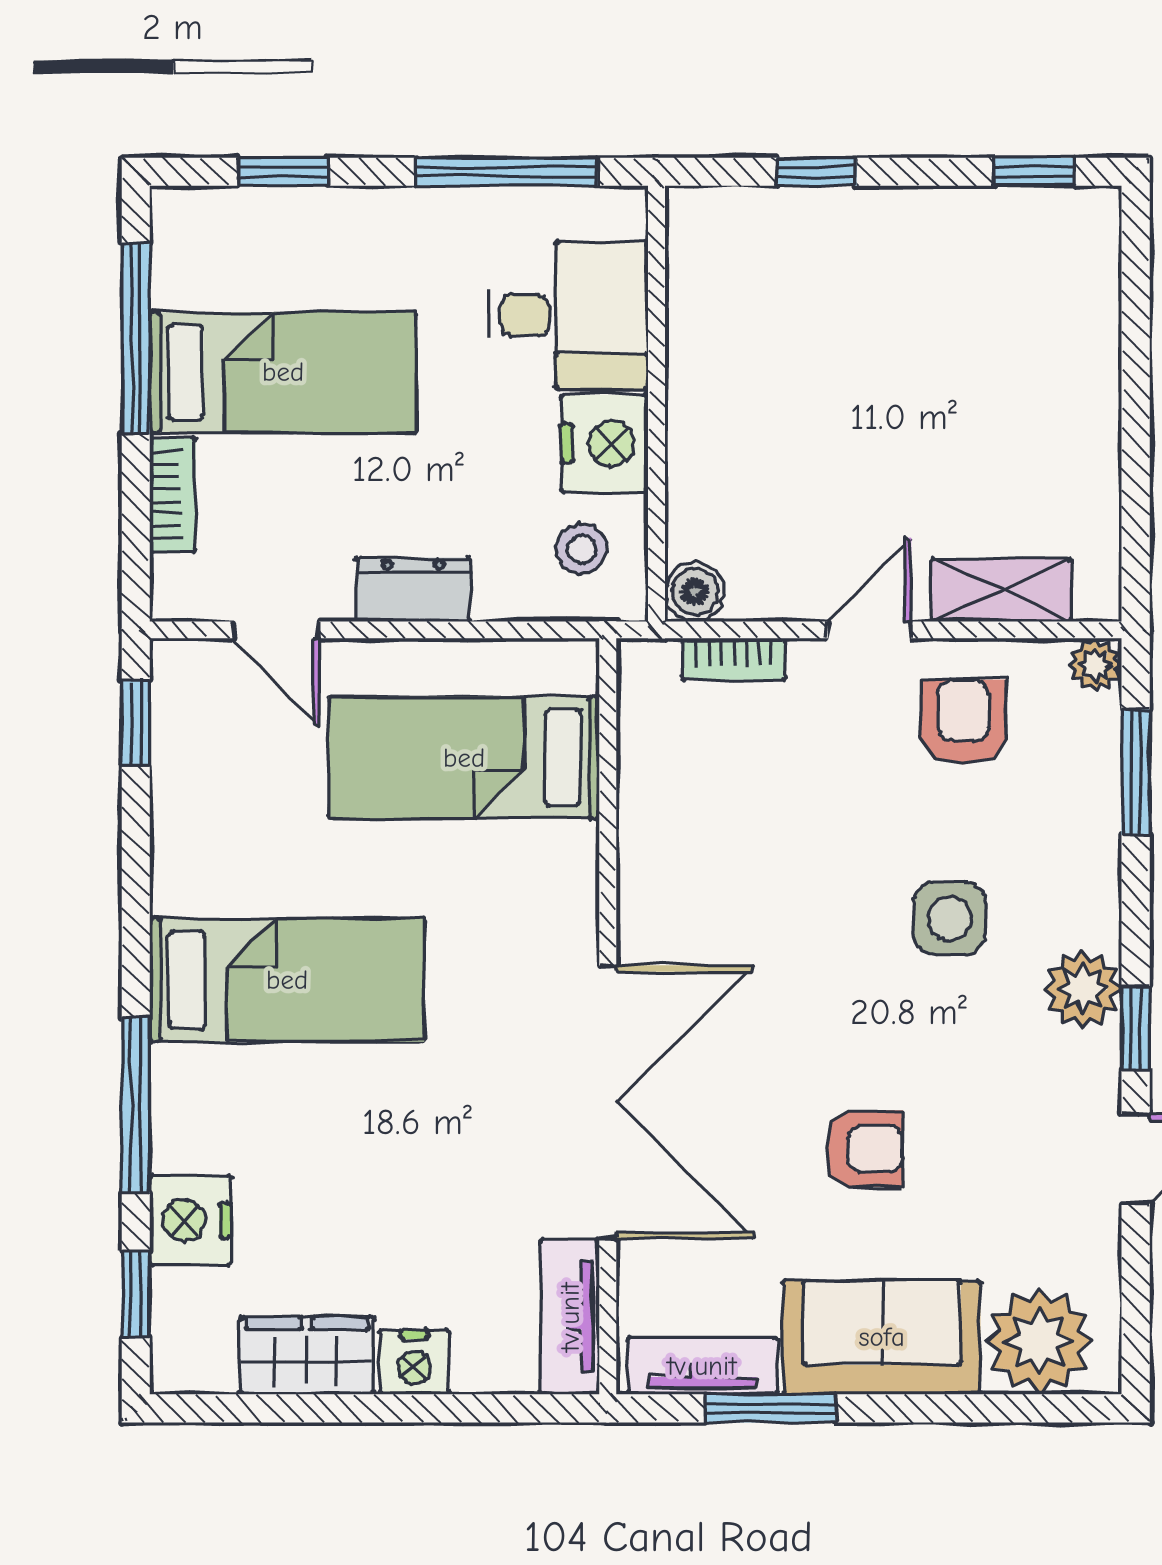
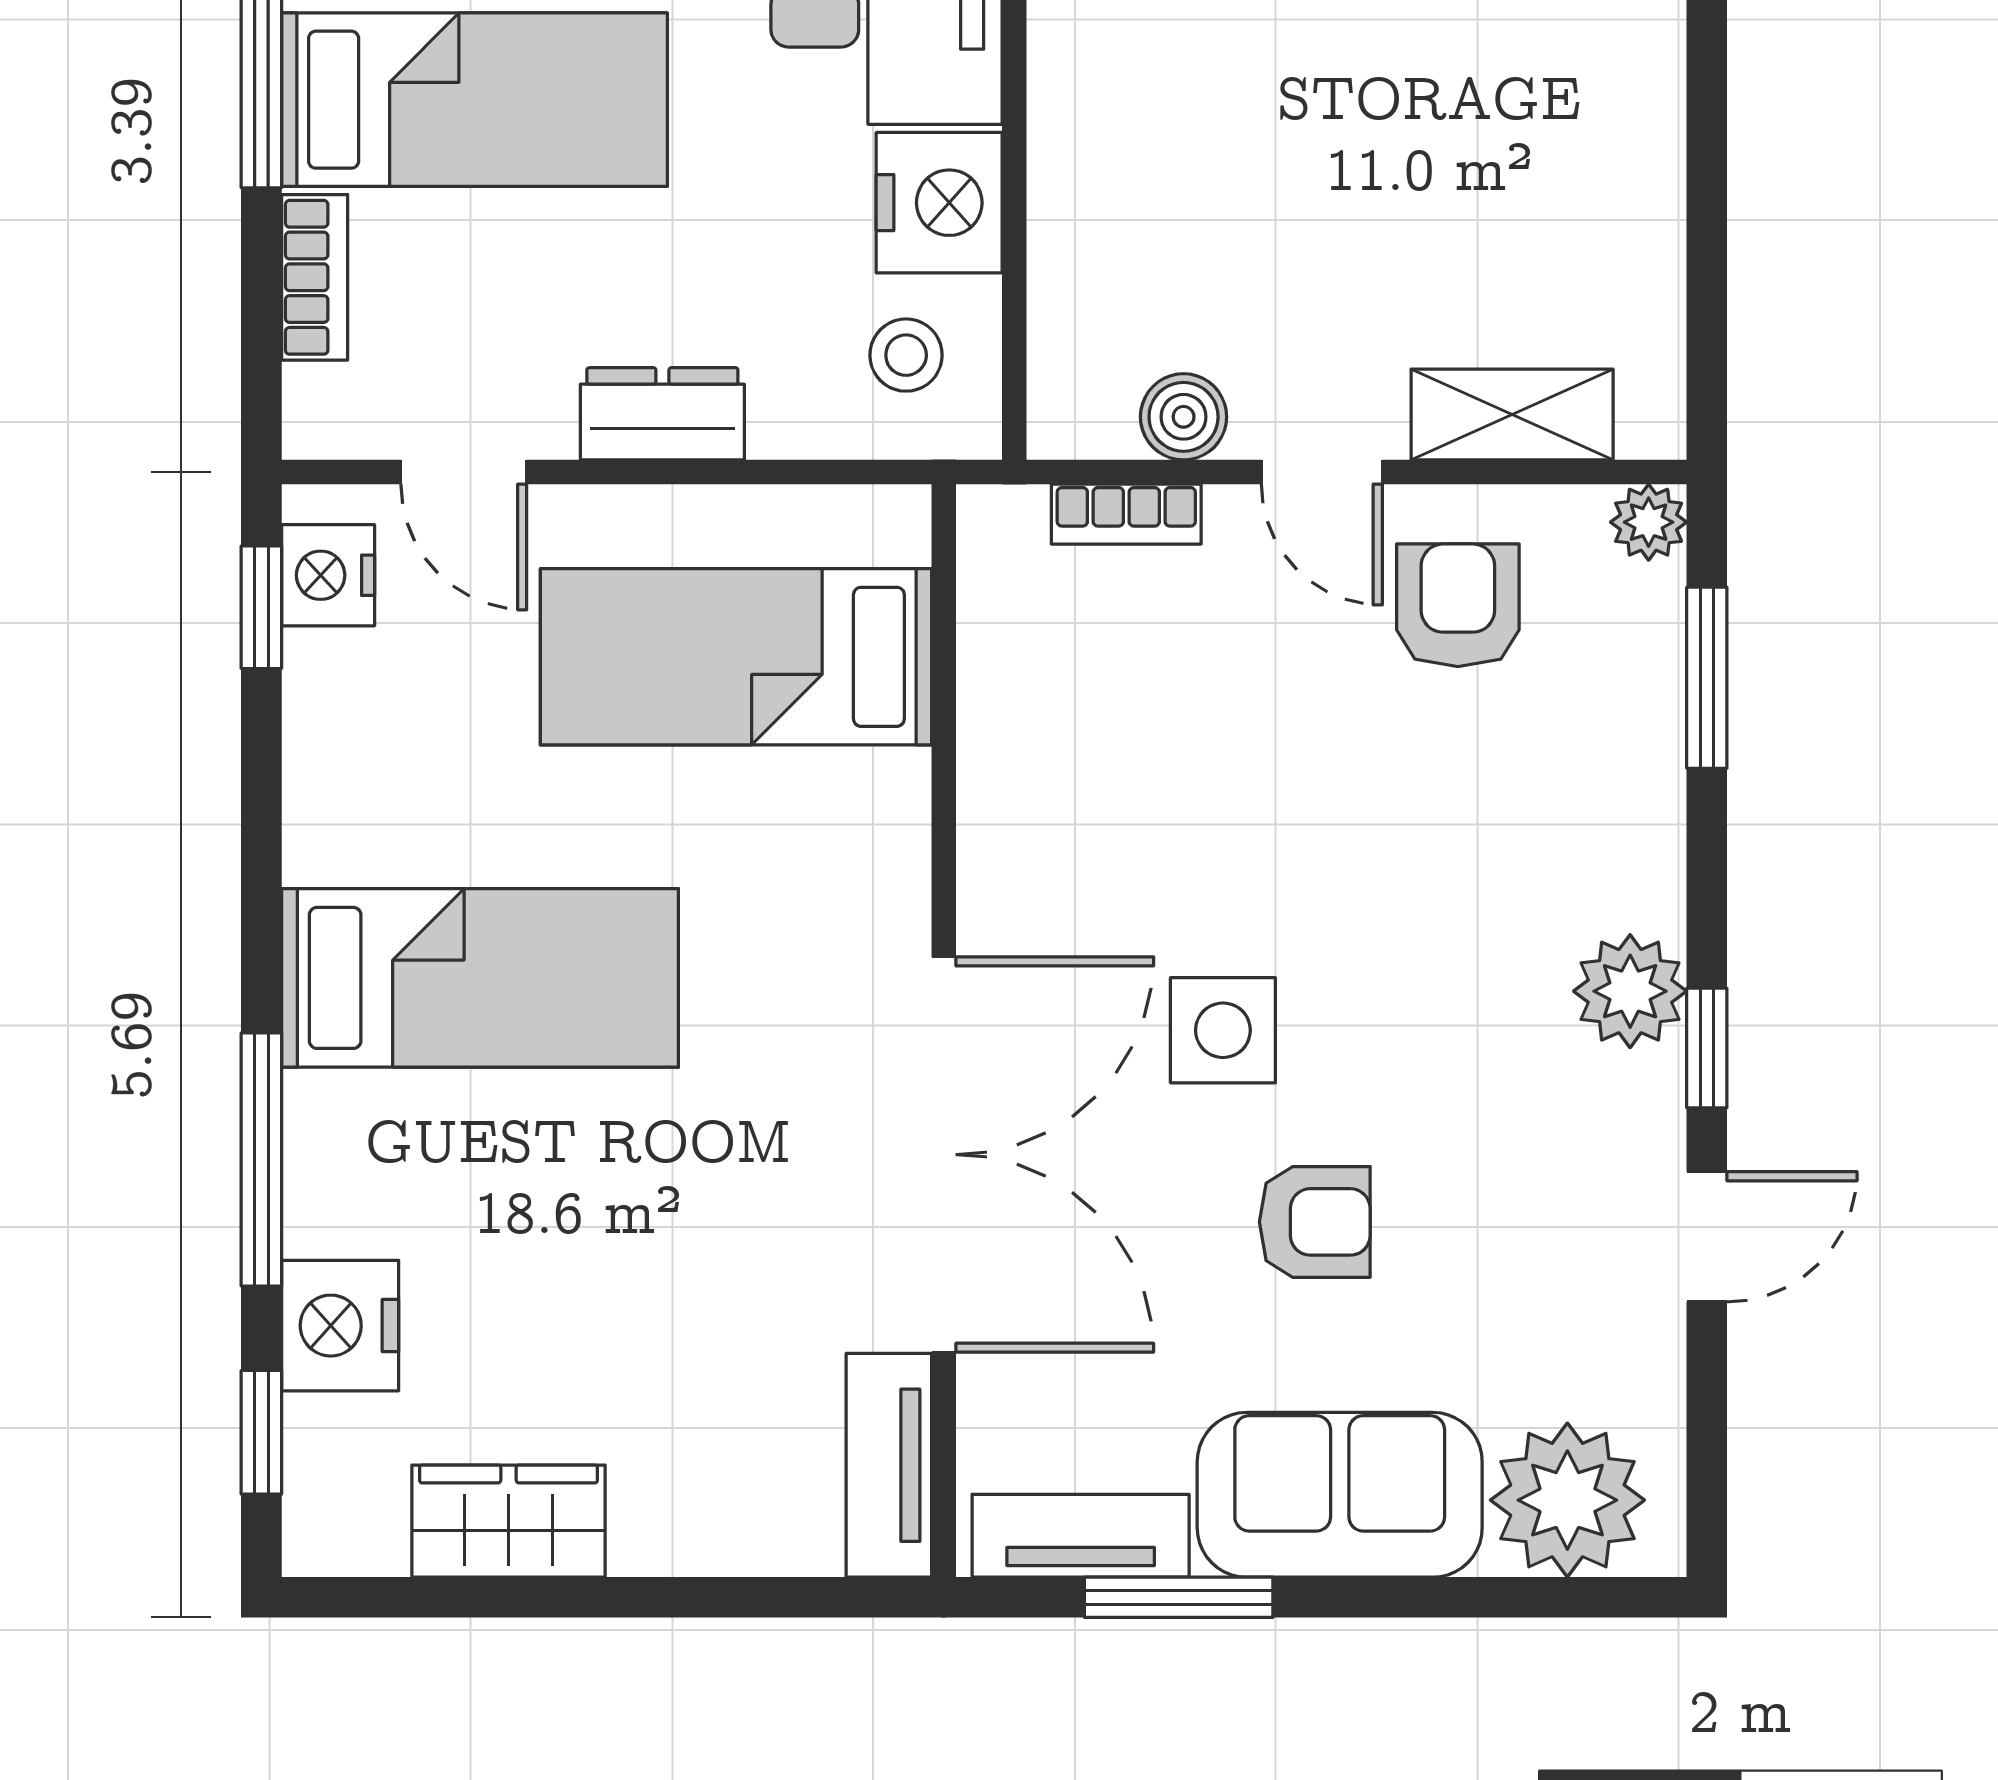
boiler: (695, 592) -> (1184, 417), moved
door: (869, 630) -> (1322, 472), swing flipped
side table: (950, 918) -> (1223, 1030), moved
nightstand: (414, 1362) -> (328, 575), moved, turned 90

